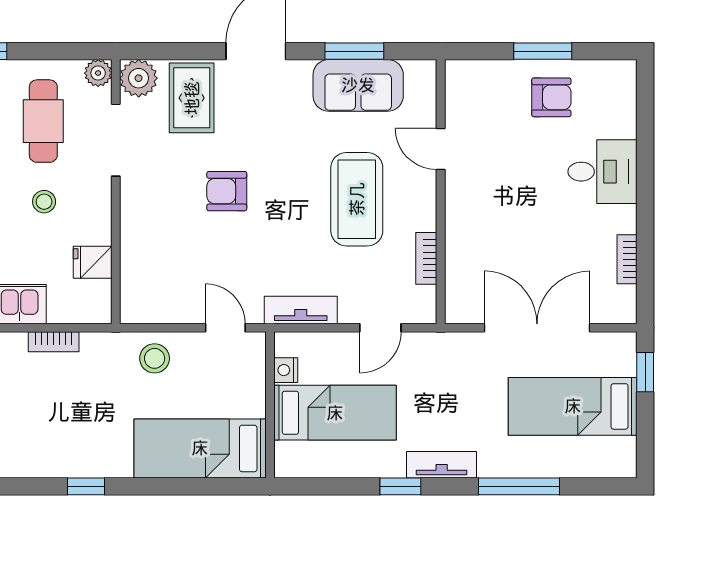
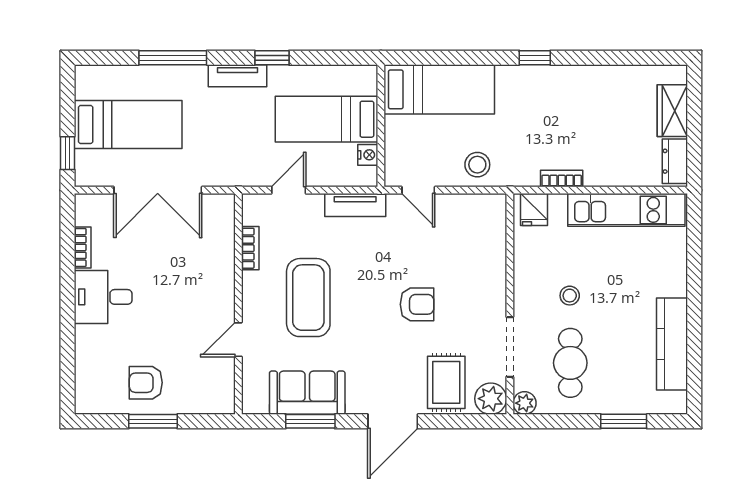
door: (441, 149) -> (238, 340), swing flipped
desk: (602, 172) -> (103, 297), moved
fridge: (93, 262) -> (534, 210), moved, turned 90

